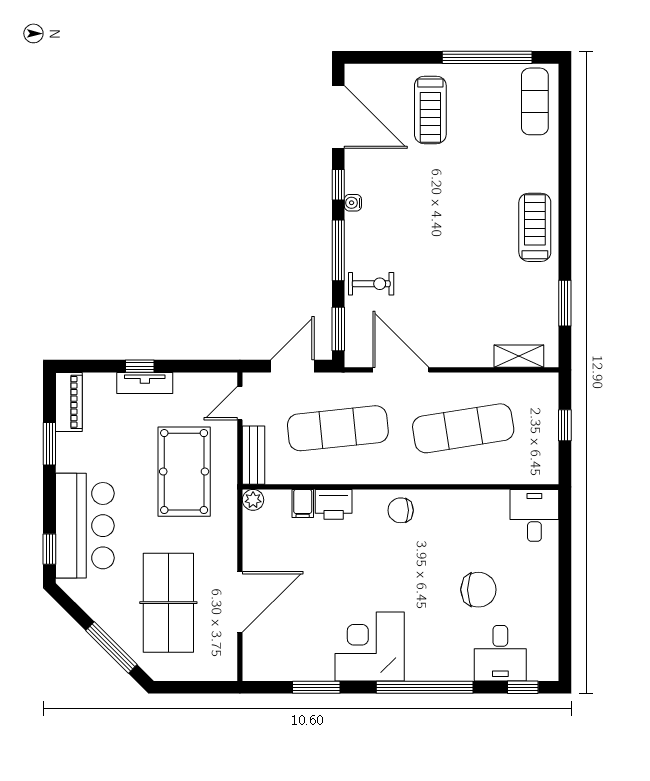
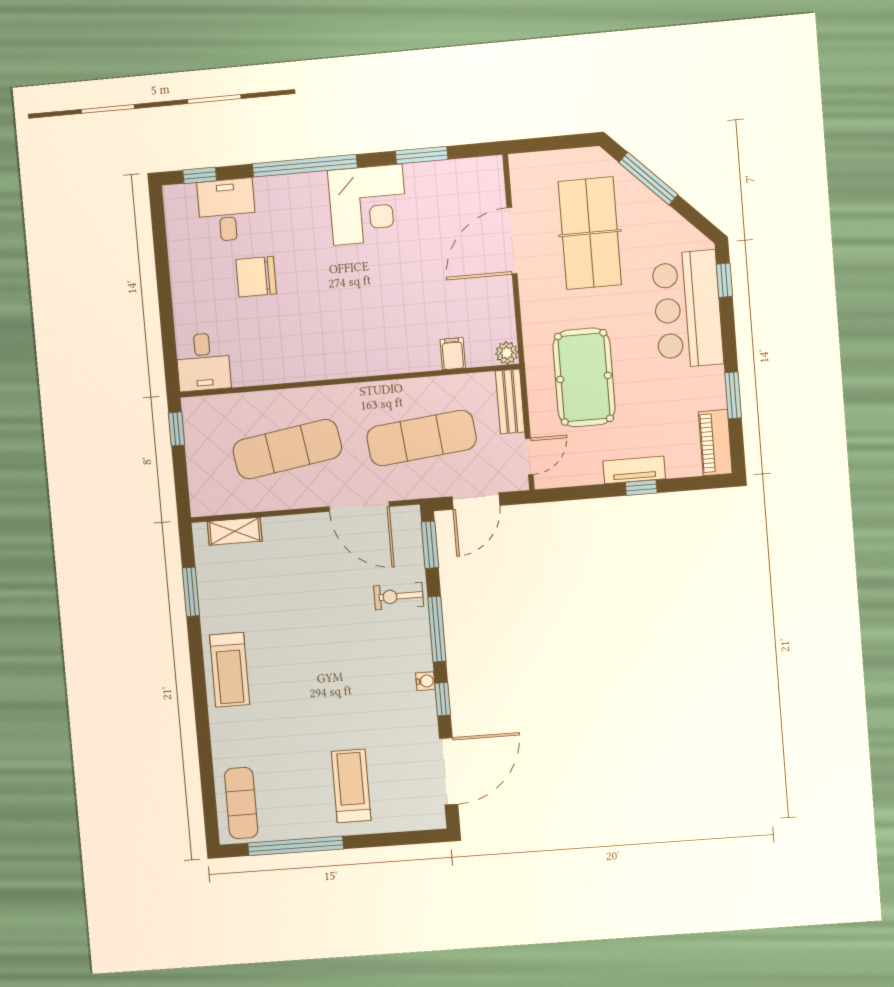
door: (338, 117) -> (449, 771), swing flipped
window: (565, 425) -> (177, 429), moved
printer: (334, 504) -> (419, 355), removed
chair: (401, 510) -> (347, 355), removed

